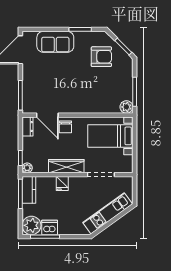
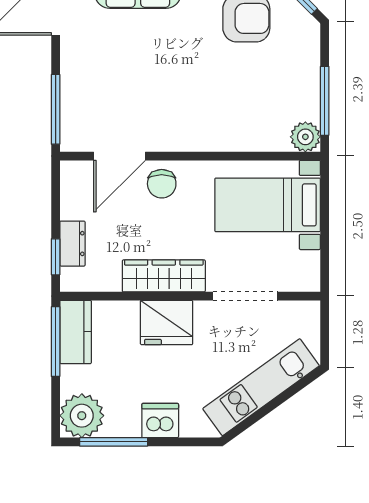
door: (47, 115) -> (119, 156), hinge flipped
dresser: (27, 126) -> (72, 244), moved
plant: (27, 168) -> (72, 280), removed
fridge: (62, 183) -> (167, 323), width x1.88, depth x1.34
dishwasher: (50, 227) -> (160, 421), moved

